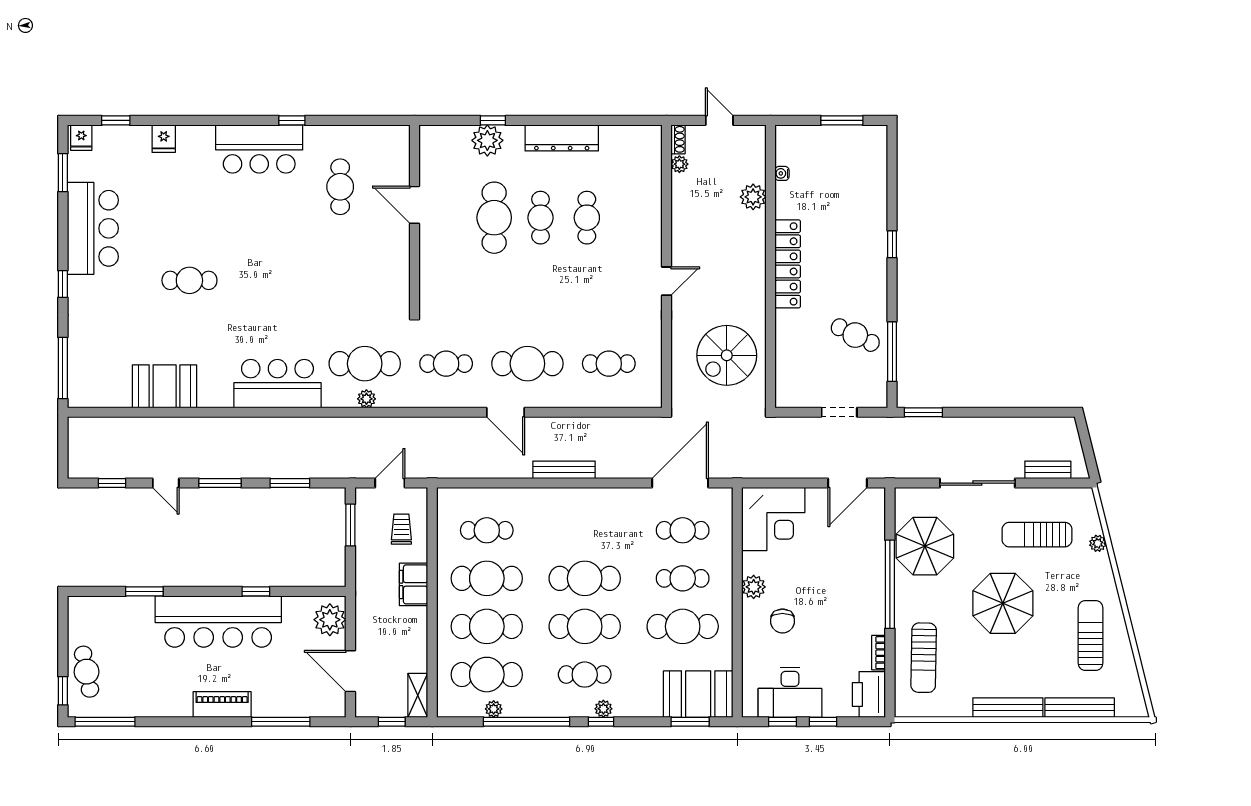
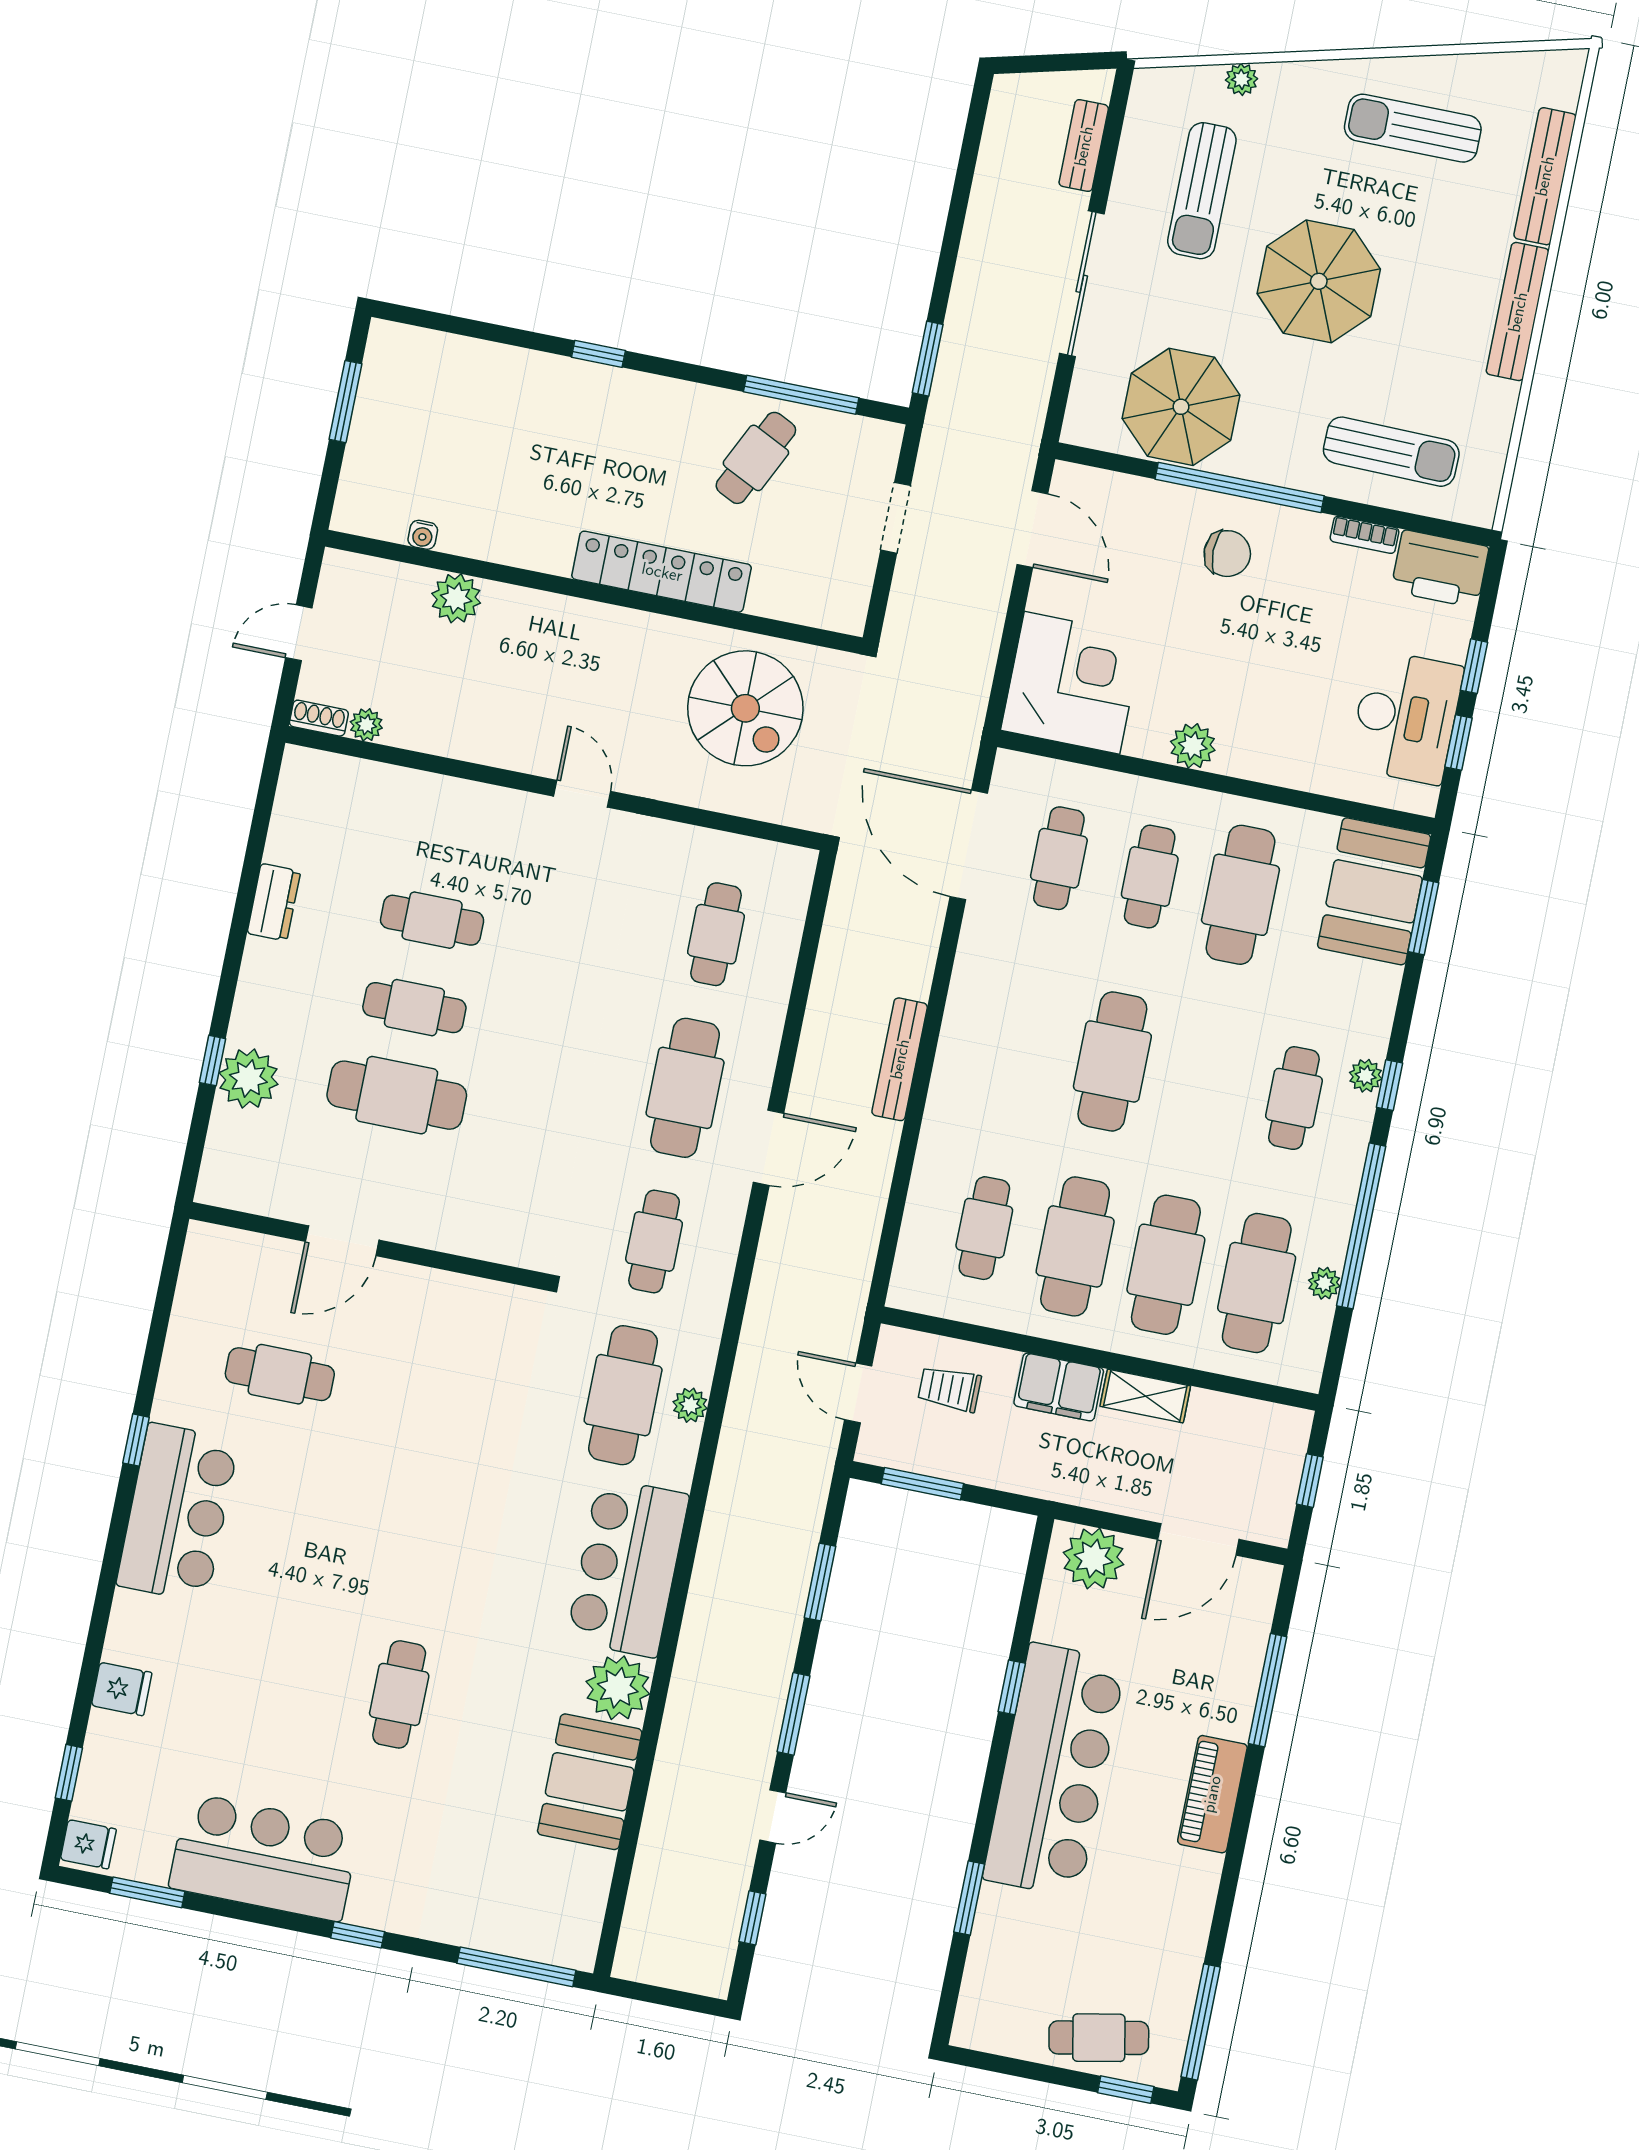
dresser: (562, 138) -> (274, 902), width x0.51, depth x0.80
locker: (788, 264) -> (662, 572), moved
plant: (215, 391) -> (618, 1688), added
chair: (782, 621) -> (1227, 554), moved
cafe table: (585, 626) -> (1203, 1080), removed
shelving: (418, 695) -> (1145, 1396), moved

